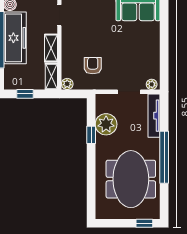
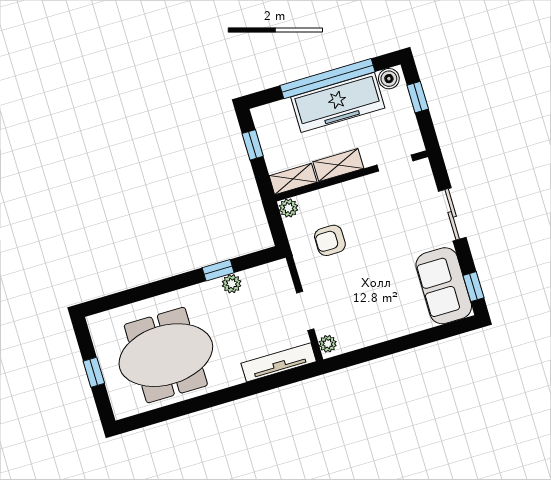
armchair: (93, 66) -> (330, 240), turned 180
plant: (106, 124) -> (232, 284), width x0.53, depth x0.53
window: (164, 157) -> (217, 398), removed
window: (144, 223) -> (94, 372), moved

